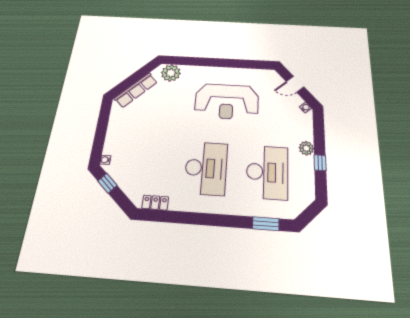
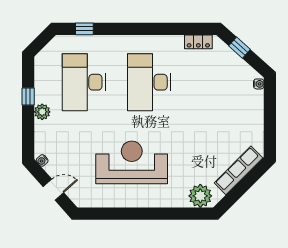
window: (107, 183) -> (239, 48), moved
window: (266, 224) -> (84, 29), width x0.67

